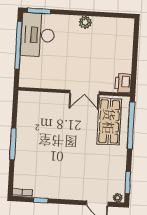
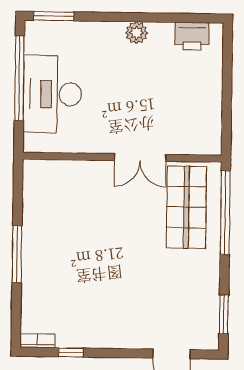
desk: (38, 35) -> (52, 94), moved
printer: (123, 83) -> (192, 36), moved, turned -90
plant: (118, 198) -> (207, 342), removed

